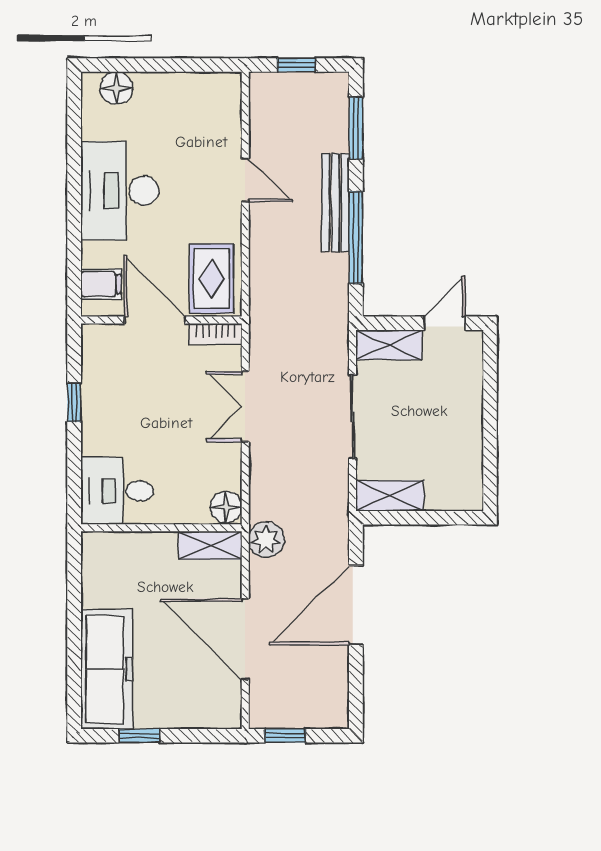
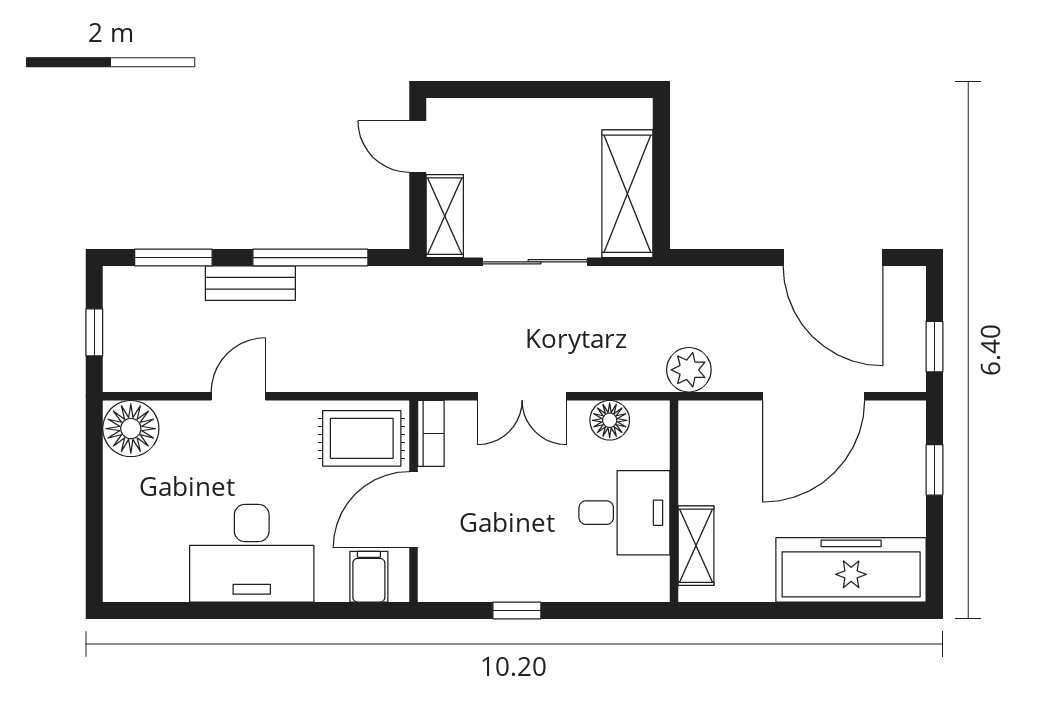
floor lamp: (116, 88) -> (131, 429), moved, width x1.38, depth x1.38
bench: (335, 203) -> (250, 283), width x0.73
desk: (117, 491) -> (624, 513), moved, turned -90
shelving: (390, 496) -> (627, 194), width x1.50, depth x1.33
floor lamp: (226, 507) -> (610, 420), moved
shelving: (210, 545) -> (696, 546), moved
door: (356, 605) -> (833, 258), moved
window: (139, 736) -> (934, 470), moved

